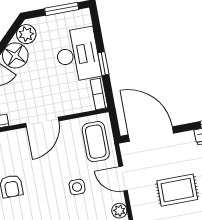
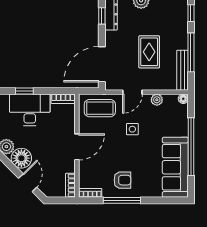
window: (103, 64) -> (24, 91), moved
door: (42, 122) -> (77, 147), hinge flipped

